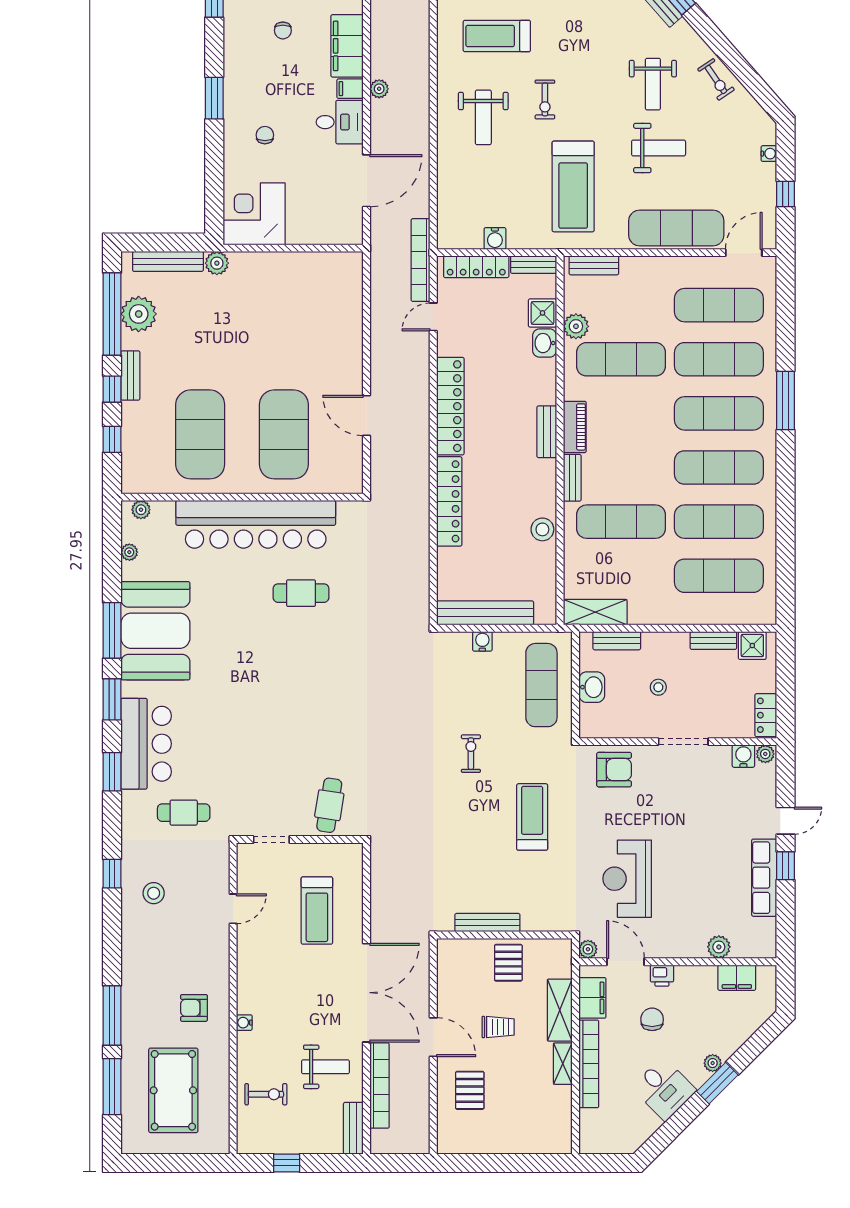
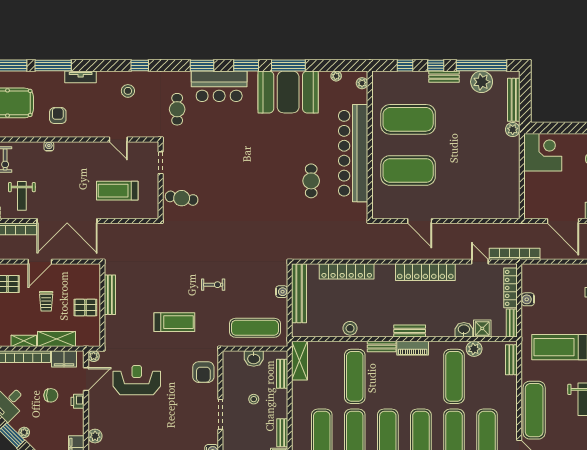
door: (367, 415) -> (420, 221), swing flipped
locker: (449, 501) -> (347, 271), moved
tv unit: (131, 971) -> (81, 77), added

